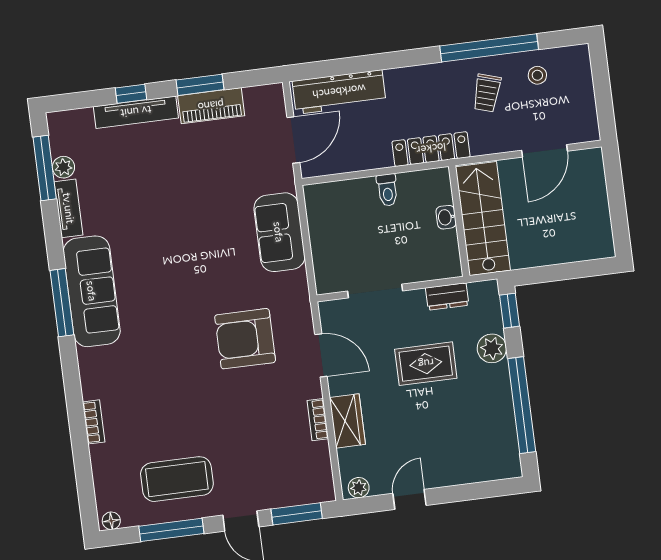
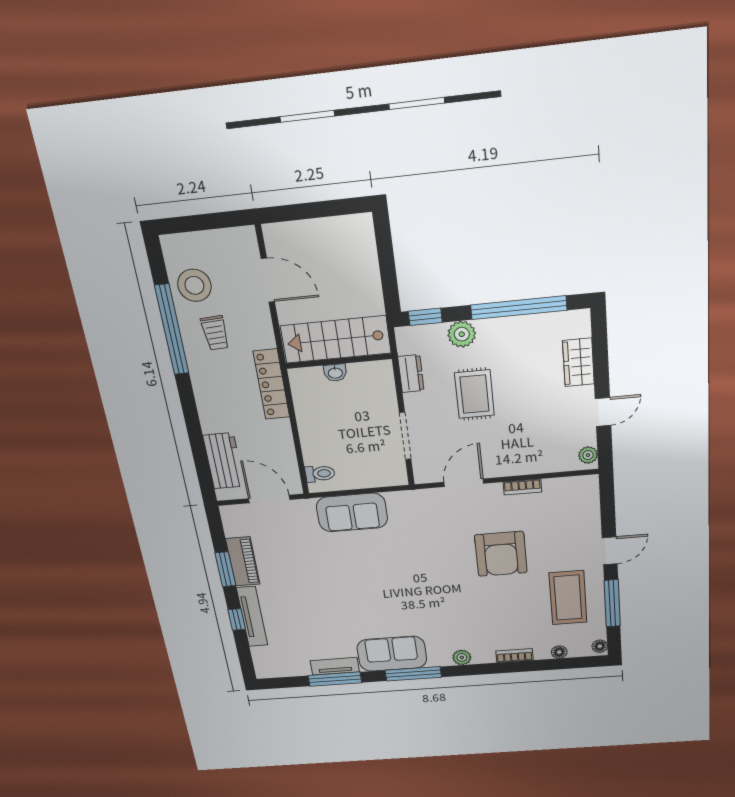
stool: (537, 75) -> (194, 285), width x1.89, depth x1.89
workbench: (339, 92) -> (224, 461), width x0.73
trolley: (487, 93) -> (215, 333), turned 70
plant: (63, 167) -> (462, 657), moved
window: (45, 168) -> (335, 679), moved
toilet: (387, 190) -> (320, 474), moved
sofa: (92, 291) -> (392, 654), width x0.73
armchair: (245, 339) -> (501, 554), moved
wardrobe: (347, 421) -> (578, 362), moved, turned -90
floor lamp: (101, 474) -> (559, 652), added
door: (409, 499) -> (603, 412), swing flipped
window: (297, 514) -> (608, 507), removed

